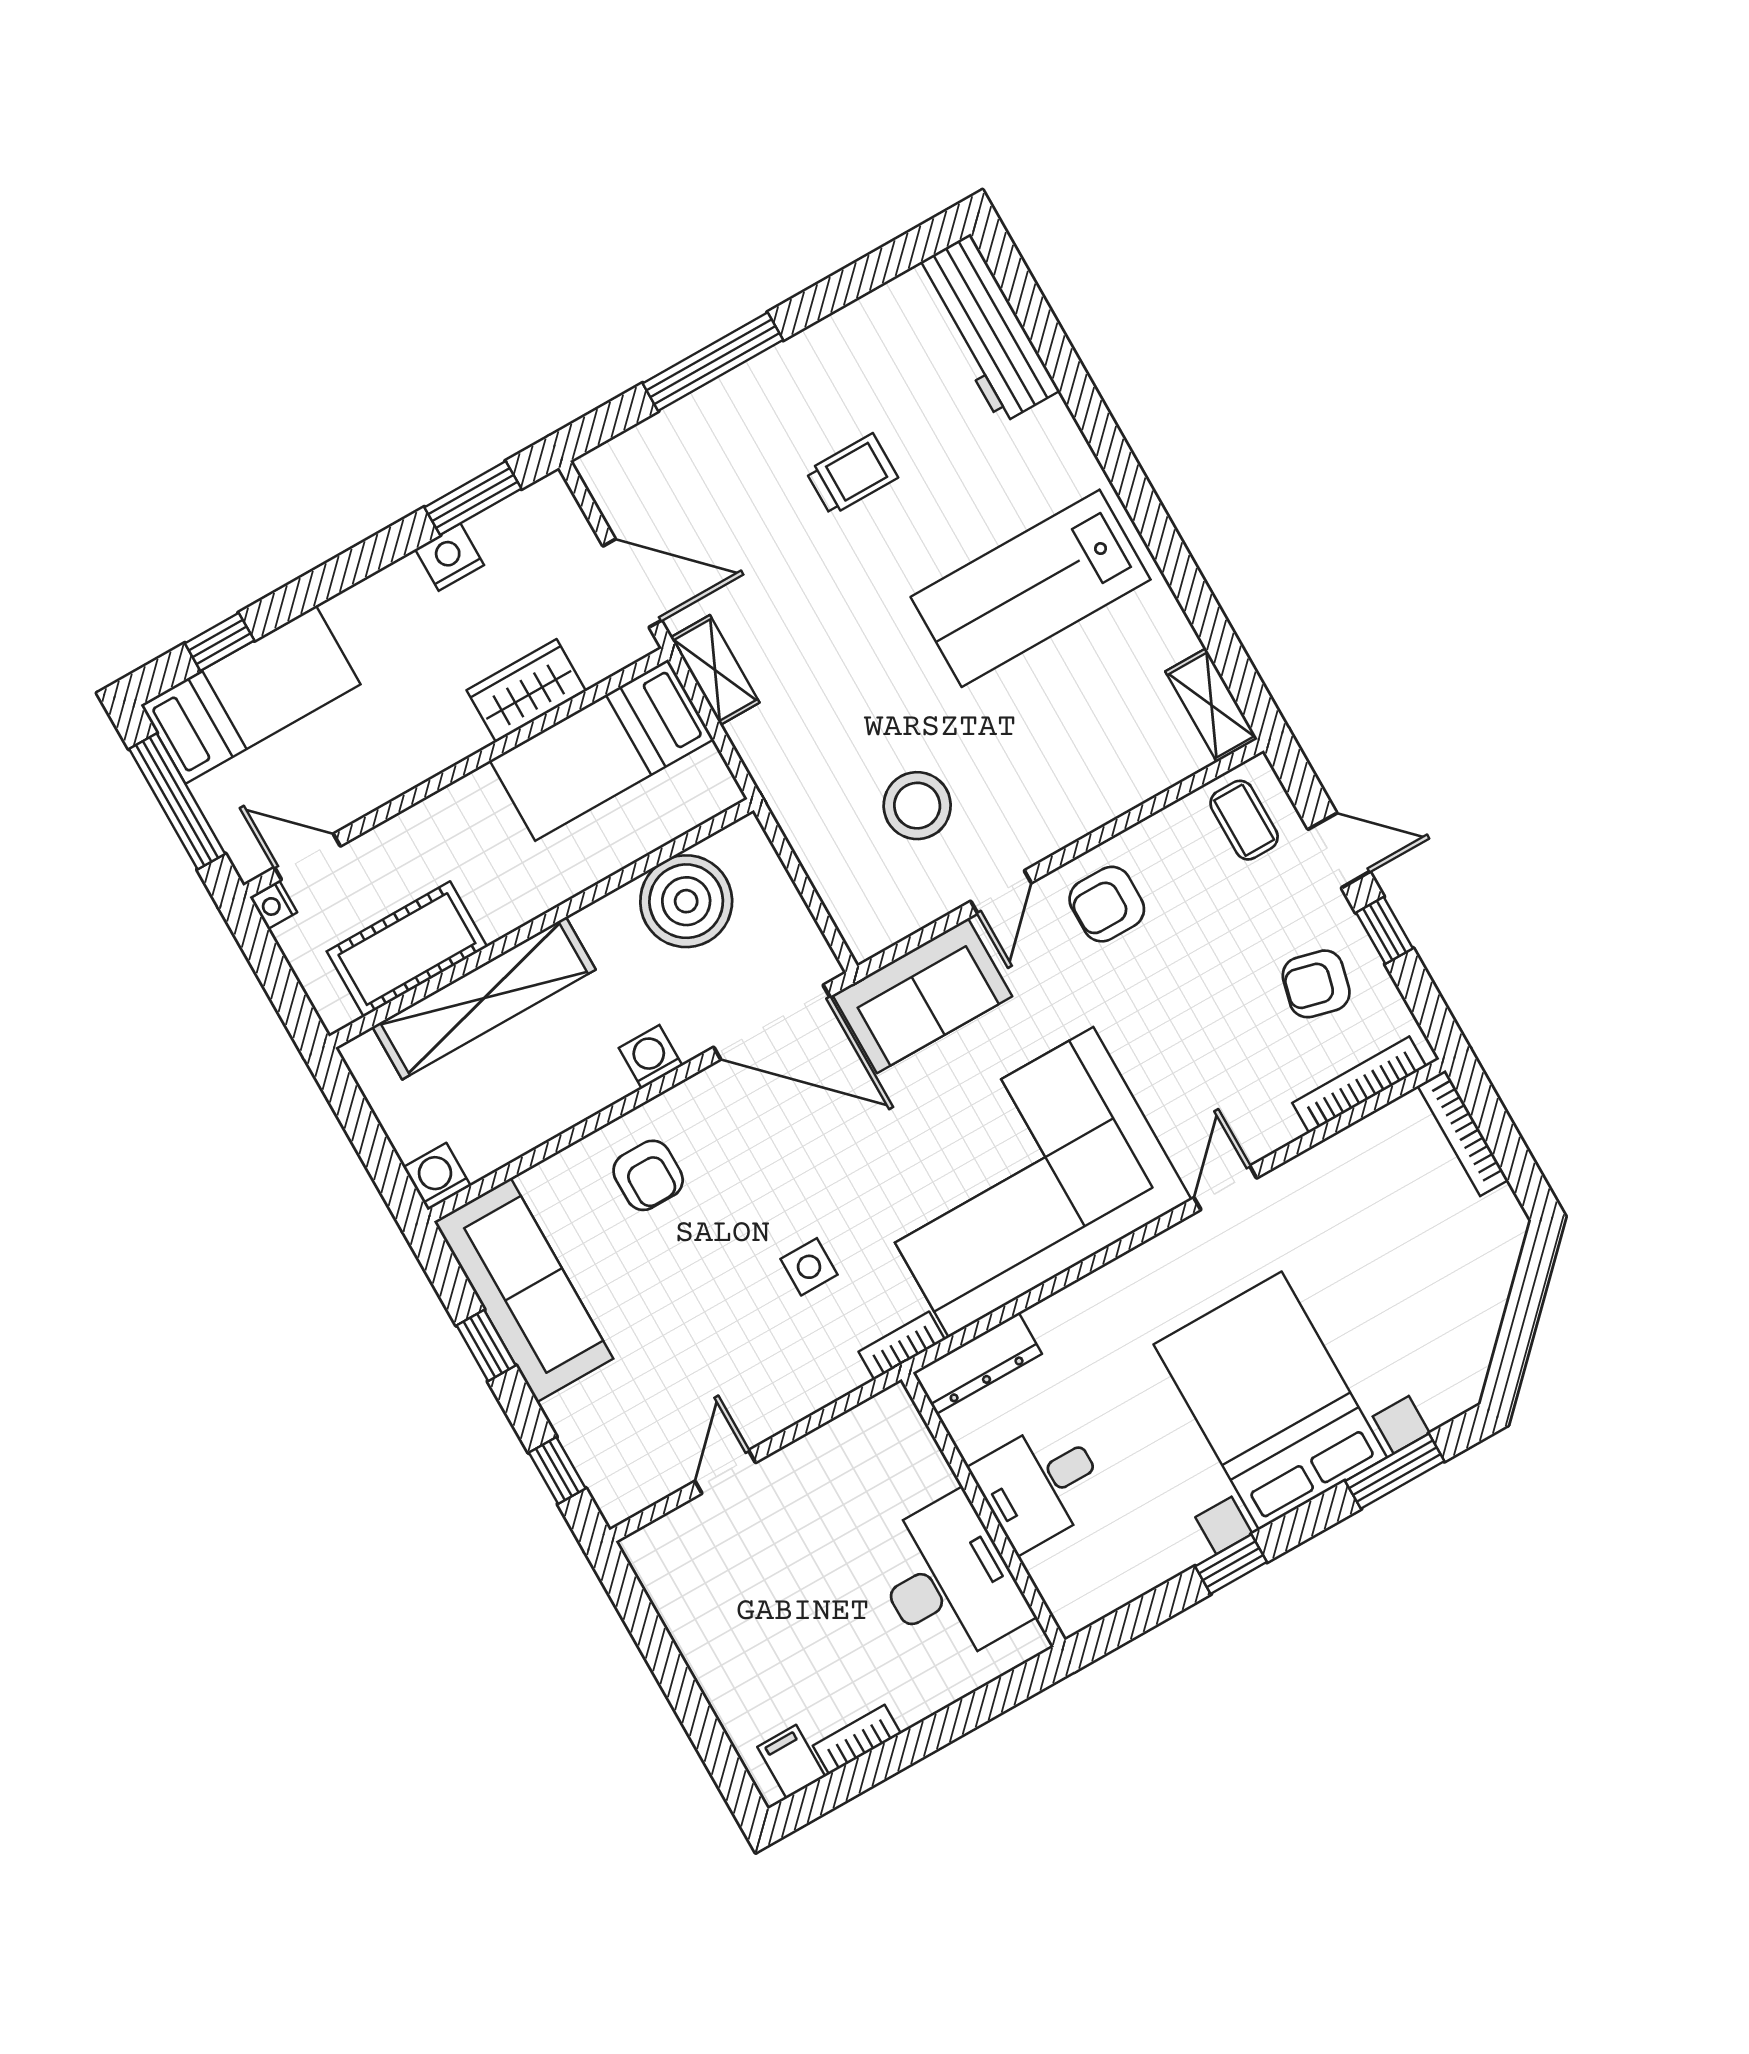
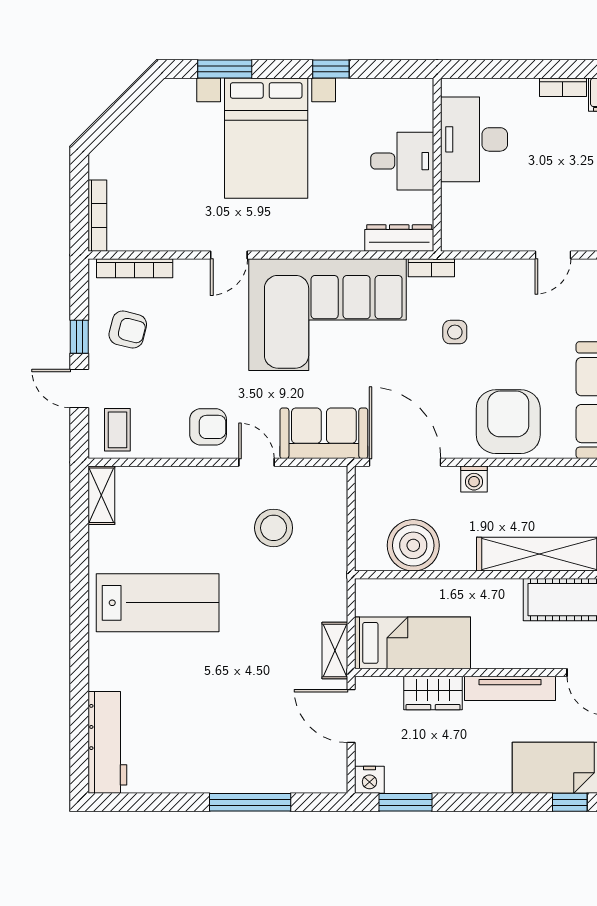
trolley: (852, 474) -> (213, 708), removed
nightstand: (450, 557) -> (369, 780), moved
tv unit: (412, 765) -> (510, 688), added
door: (1001, 892) -> (257, 462), hinge flipped
armchair: (648, 1175) -> (508, 422), width x1.88, depth x1.88

